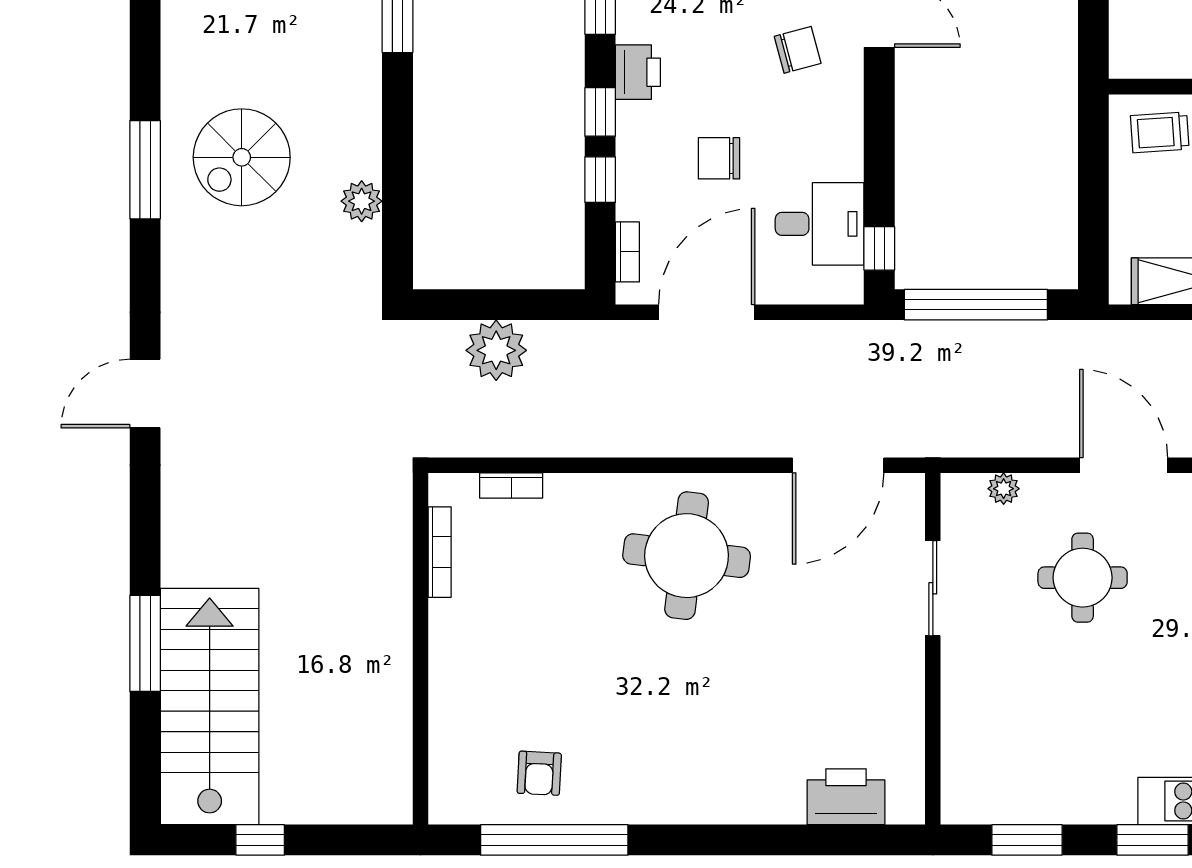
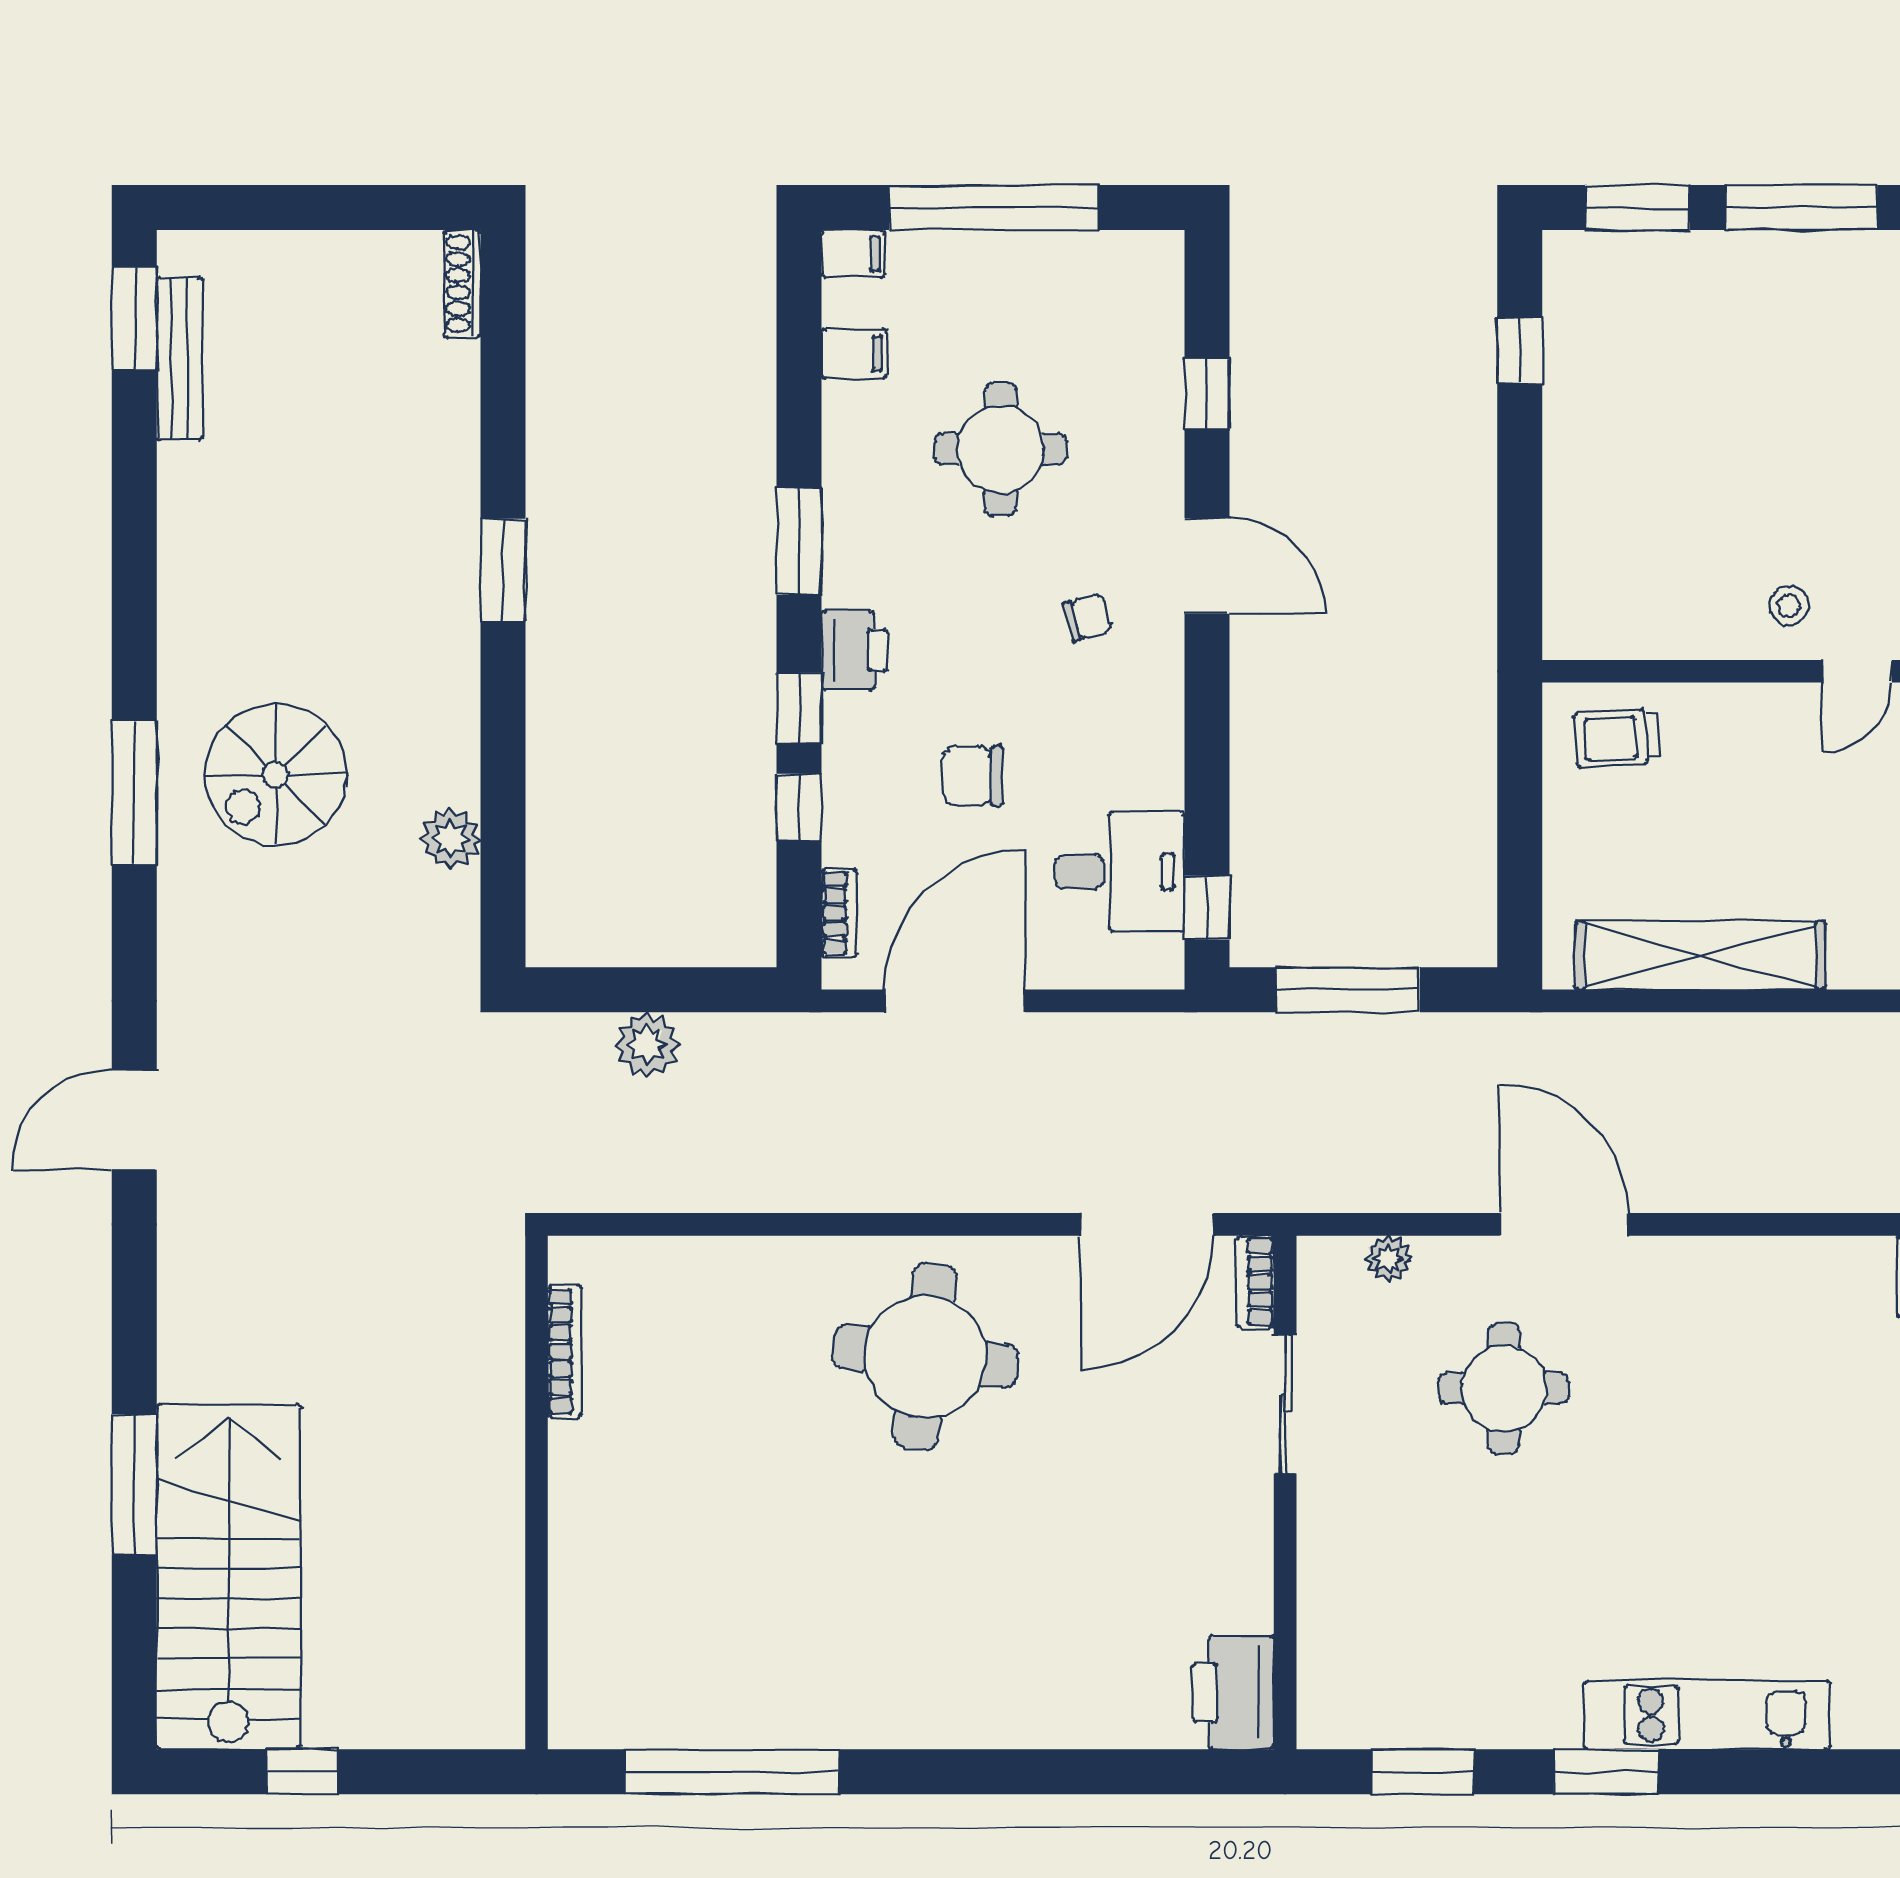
chair: (798, 50) -> (1088, 617), width x0.73, depth x0.73
window: (976, 305) -> (1348, 990), width x0.68
plant: (496, 350) -> (647, 1045), width x0.73, depth x0.73
bookcase: (511, 485) -> (1256, 1282), moved, turned 90
armchair: (539, 773) -> (710, 1674), removed
printer: (846, 797) -> (1233, 1693), moved, turned -90

